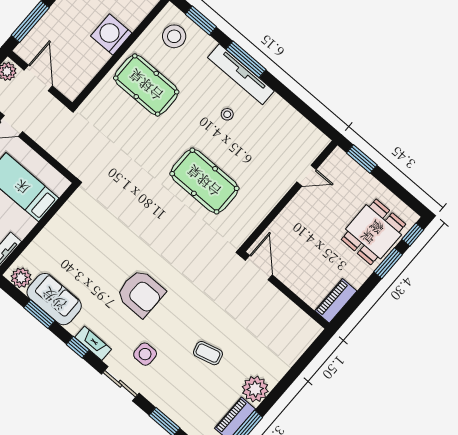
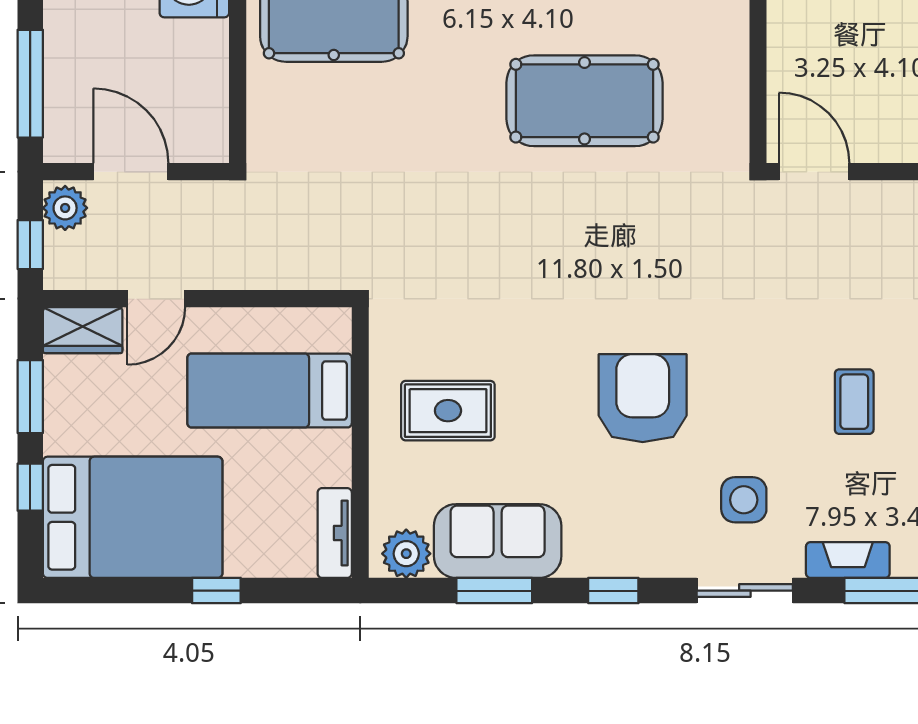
rug: (74, 243) -> (448, 411), added
armchair: (141, 293) -> (643, 398), turned -90
fireplace: (93, 343) -> (848, 560), moved
coffee table: (208, 353) -> (854, 402), turned -75

